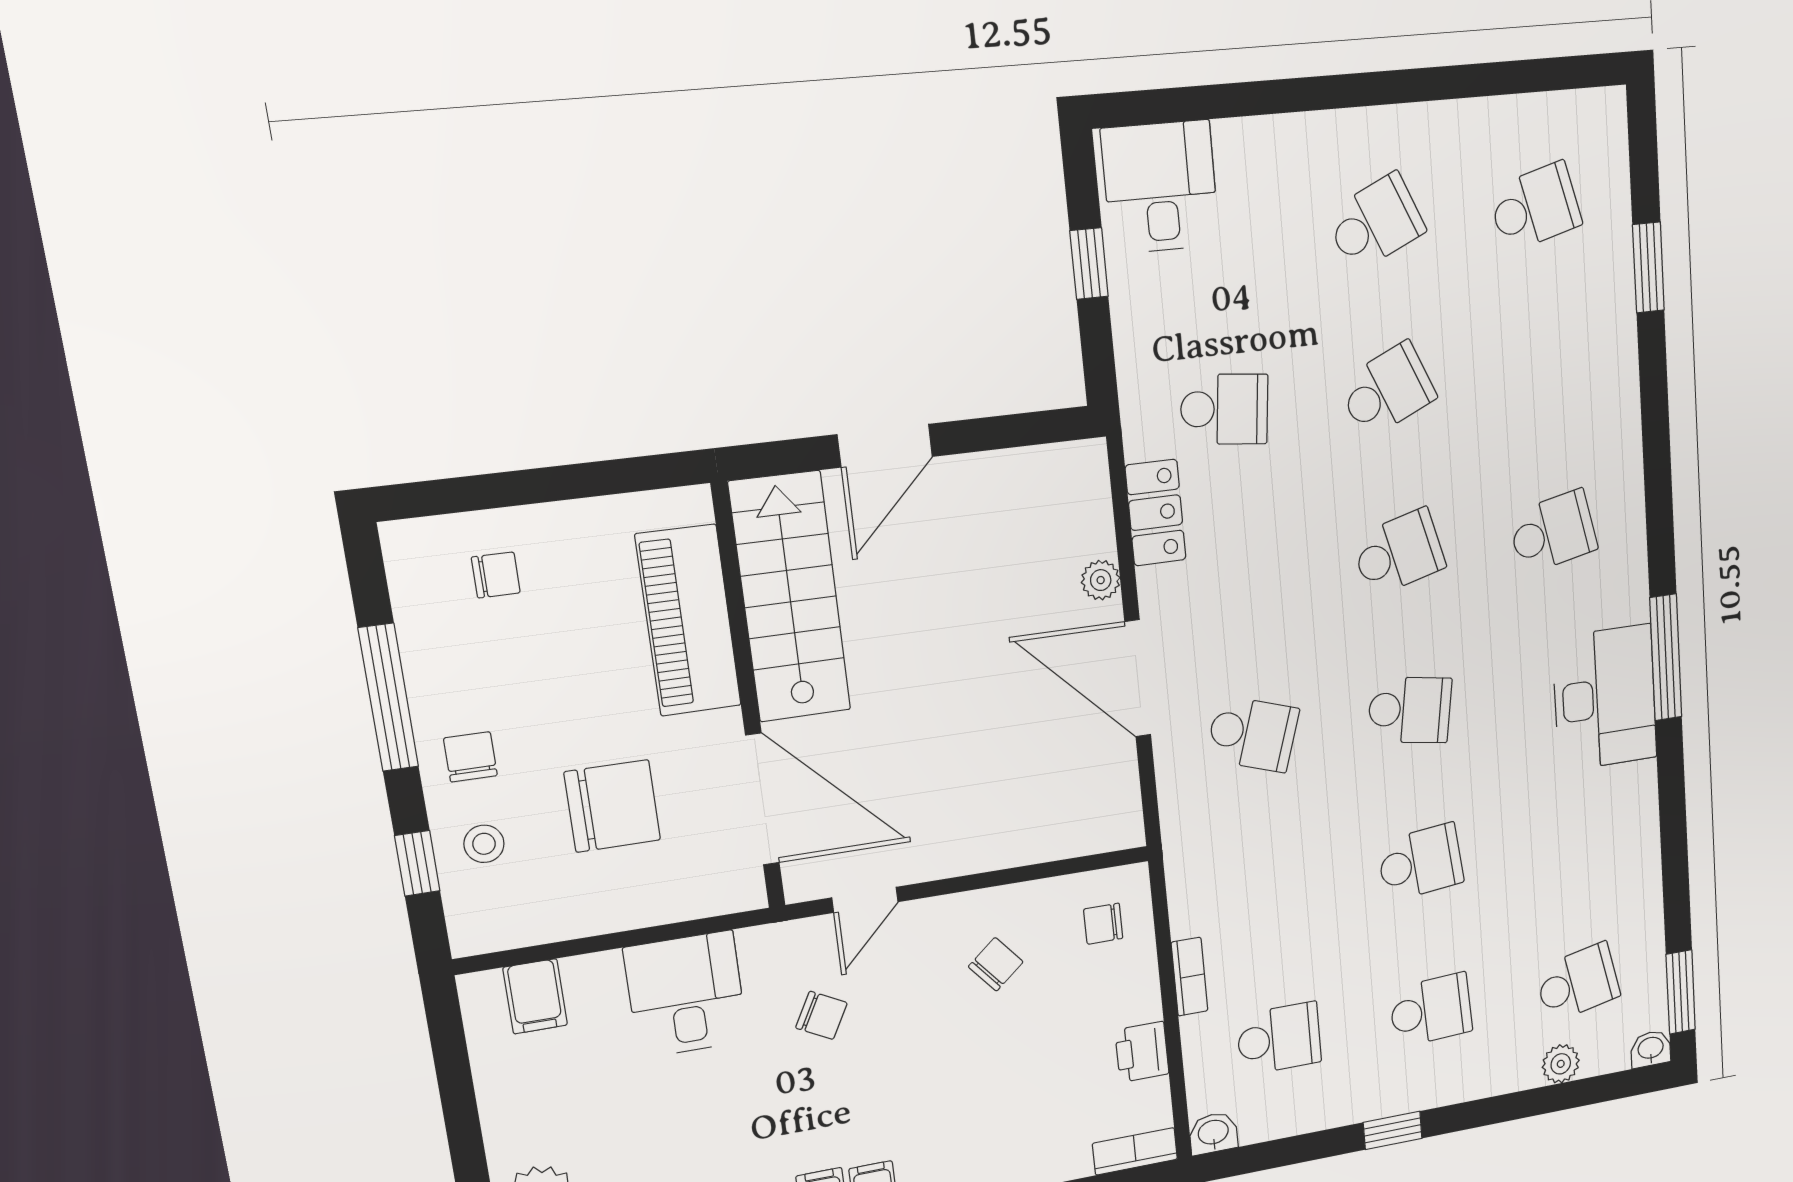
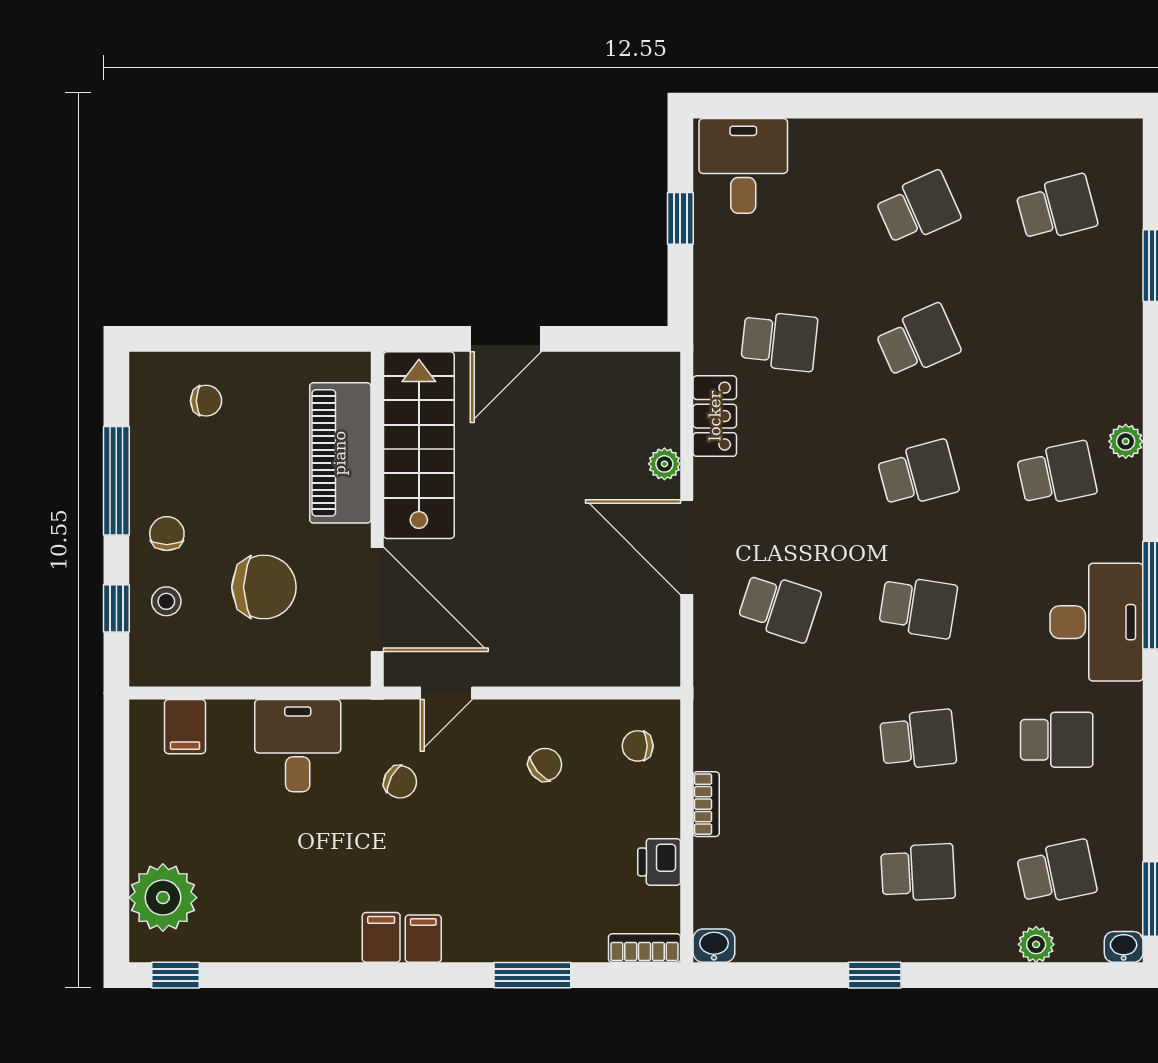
plant: (1626, 483) -> (1126, 441), added
school desk: (1279, 1038) -> (1057, 740), moved

